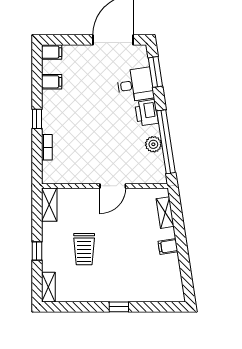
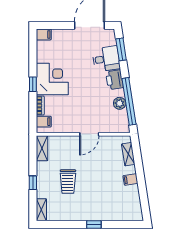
filing cabinet: (52, 82) -> (44, 122), moved
corner desk: (63, 112) -> (52, 79), added

